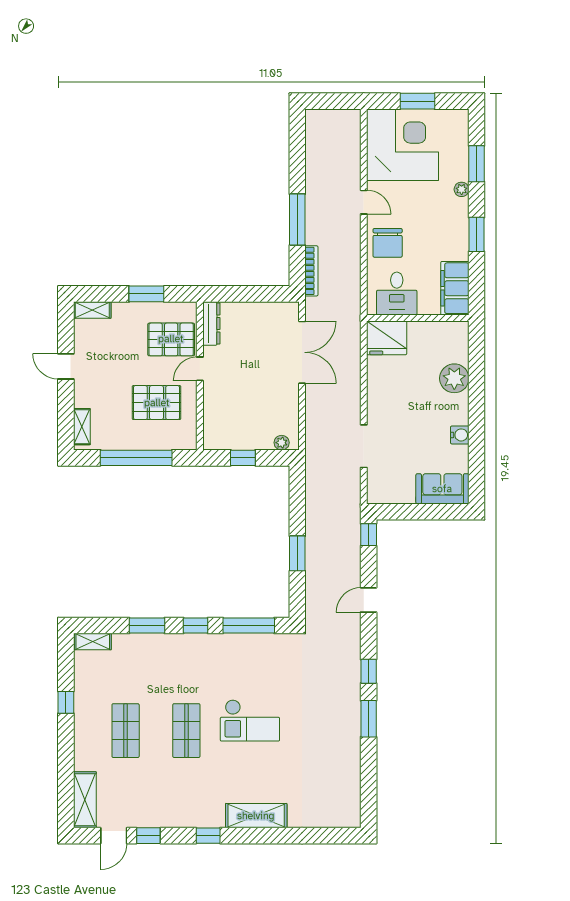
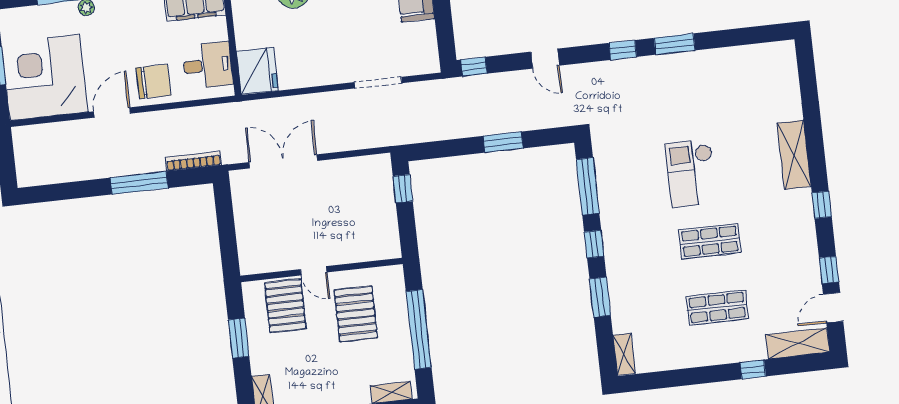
door: (364, 202) -> (112, 113), width x1.38
dresser: (211, 324) -> (263, 264), removed
plant: (282, 443) -> (384, 173), removed
window: (243, 458) -> (403, 189), moved
window: (66, 702) -> (753, 369), moved
checkout: (250, 720) -> (691, 173), turned 180
door: (114, 836) -> (833, 308), swing flipped

